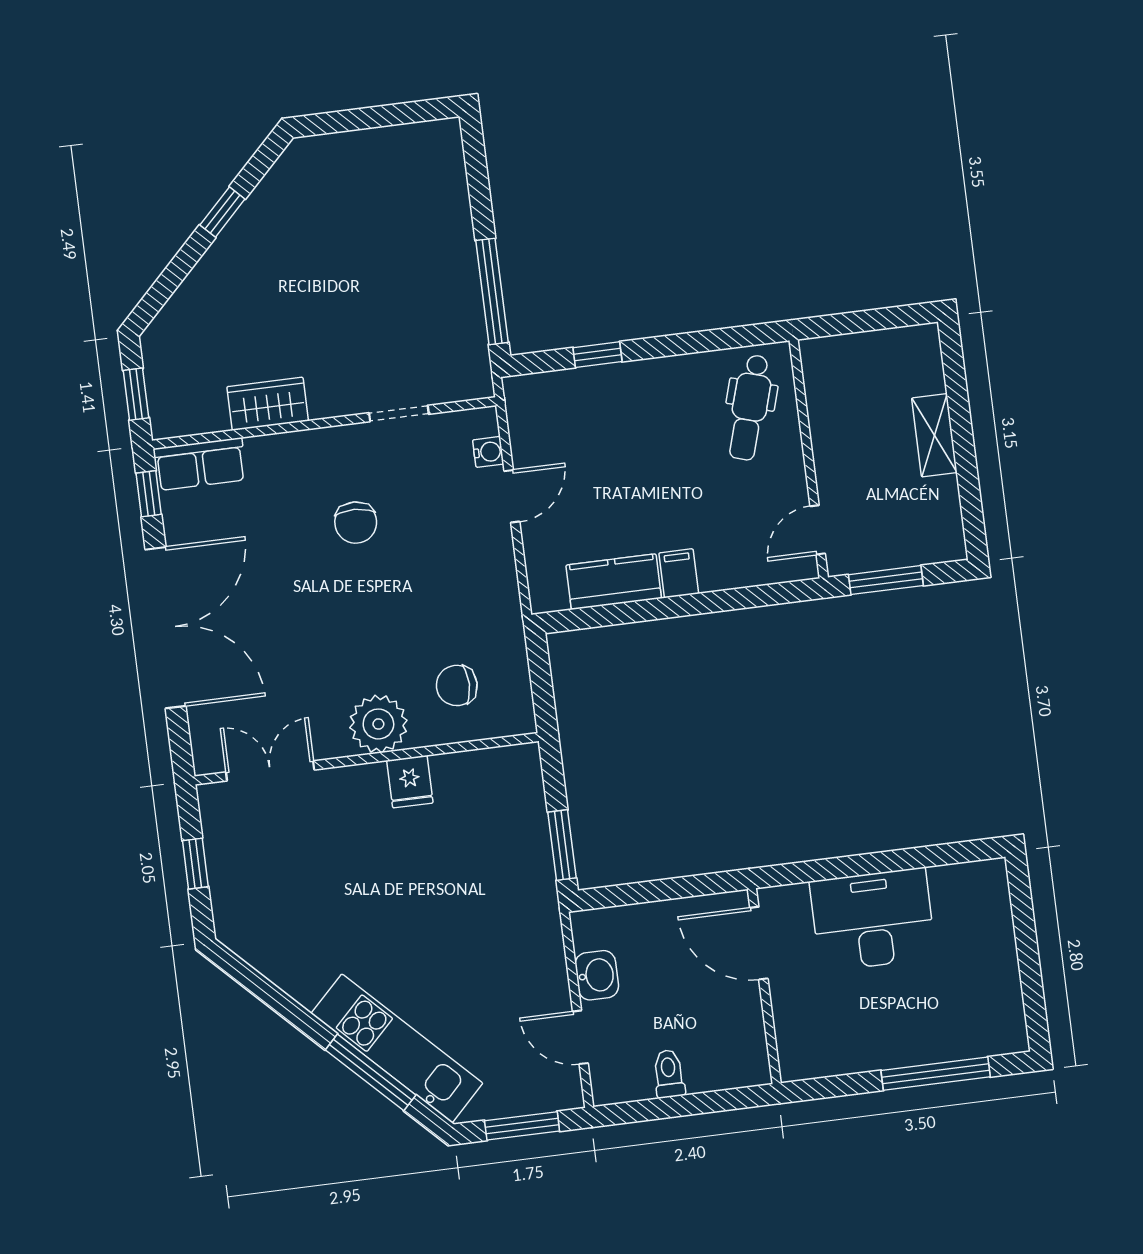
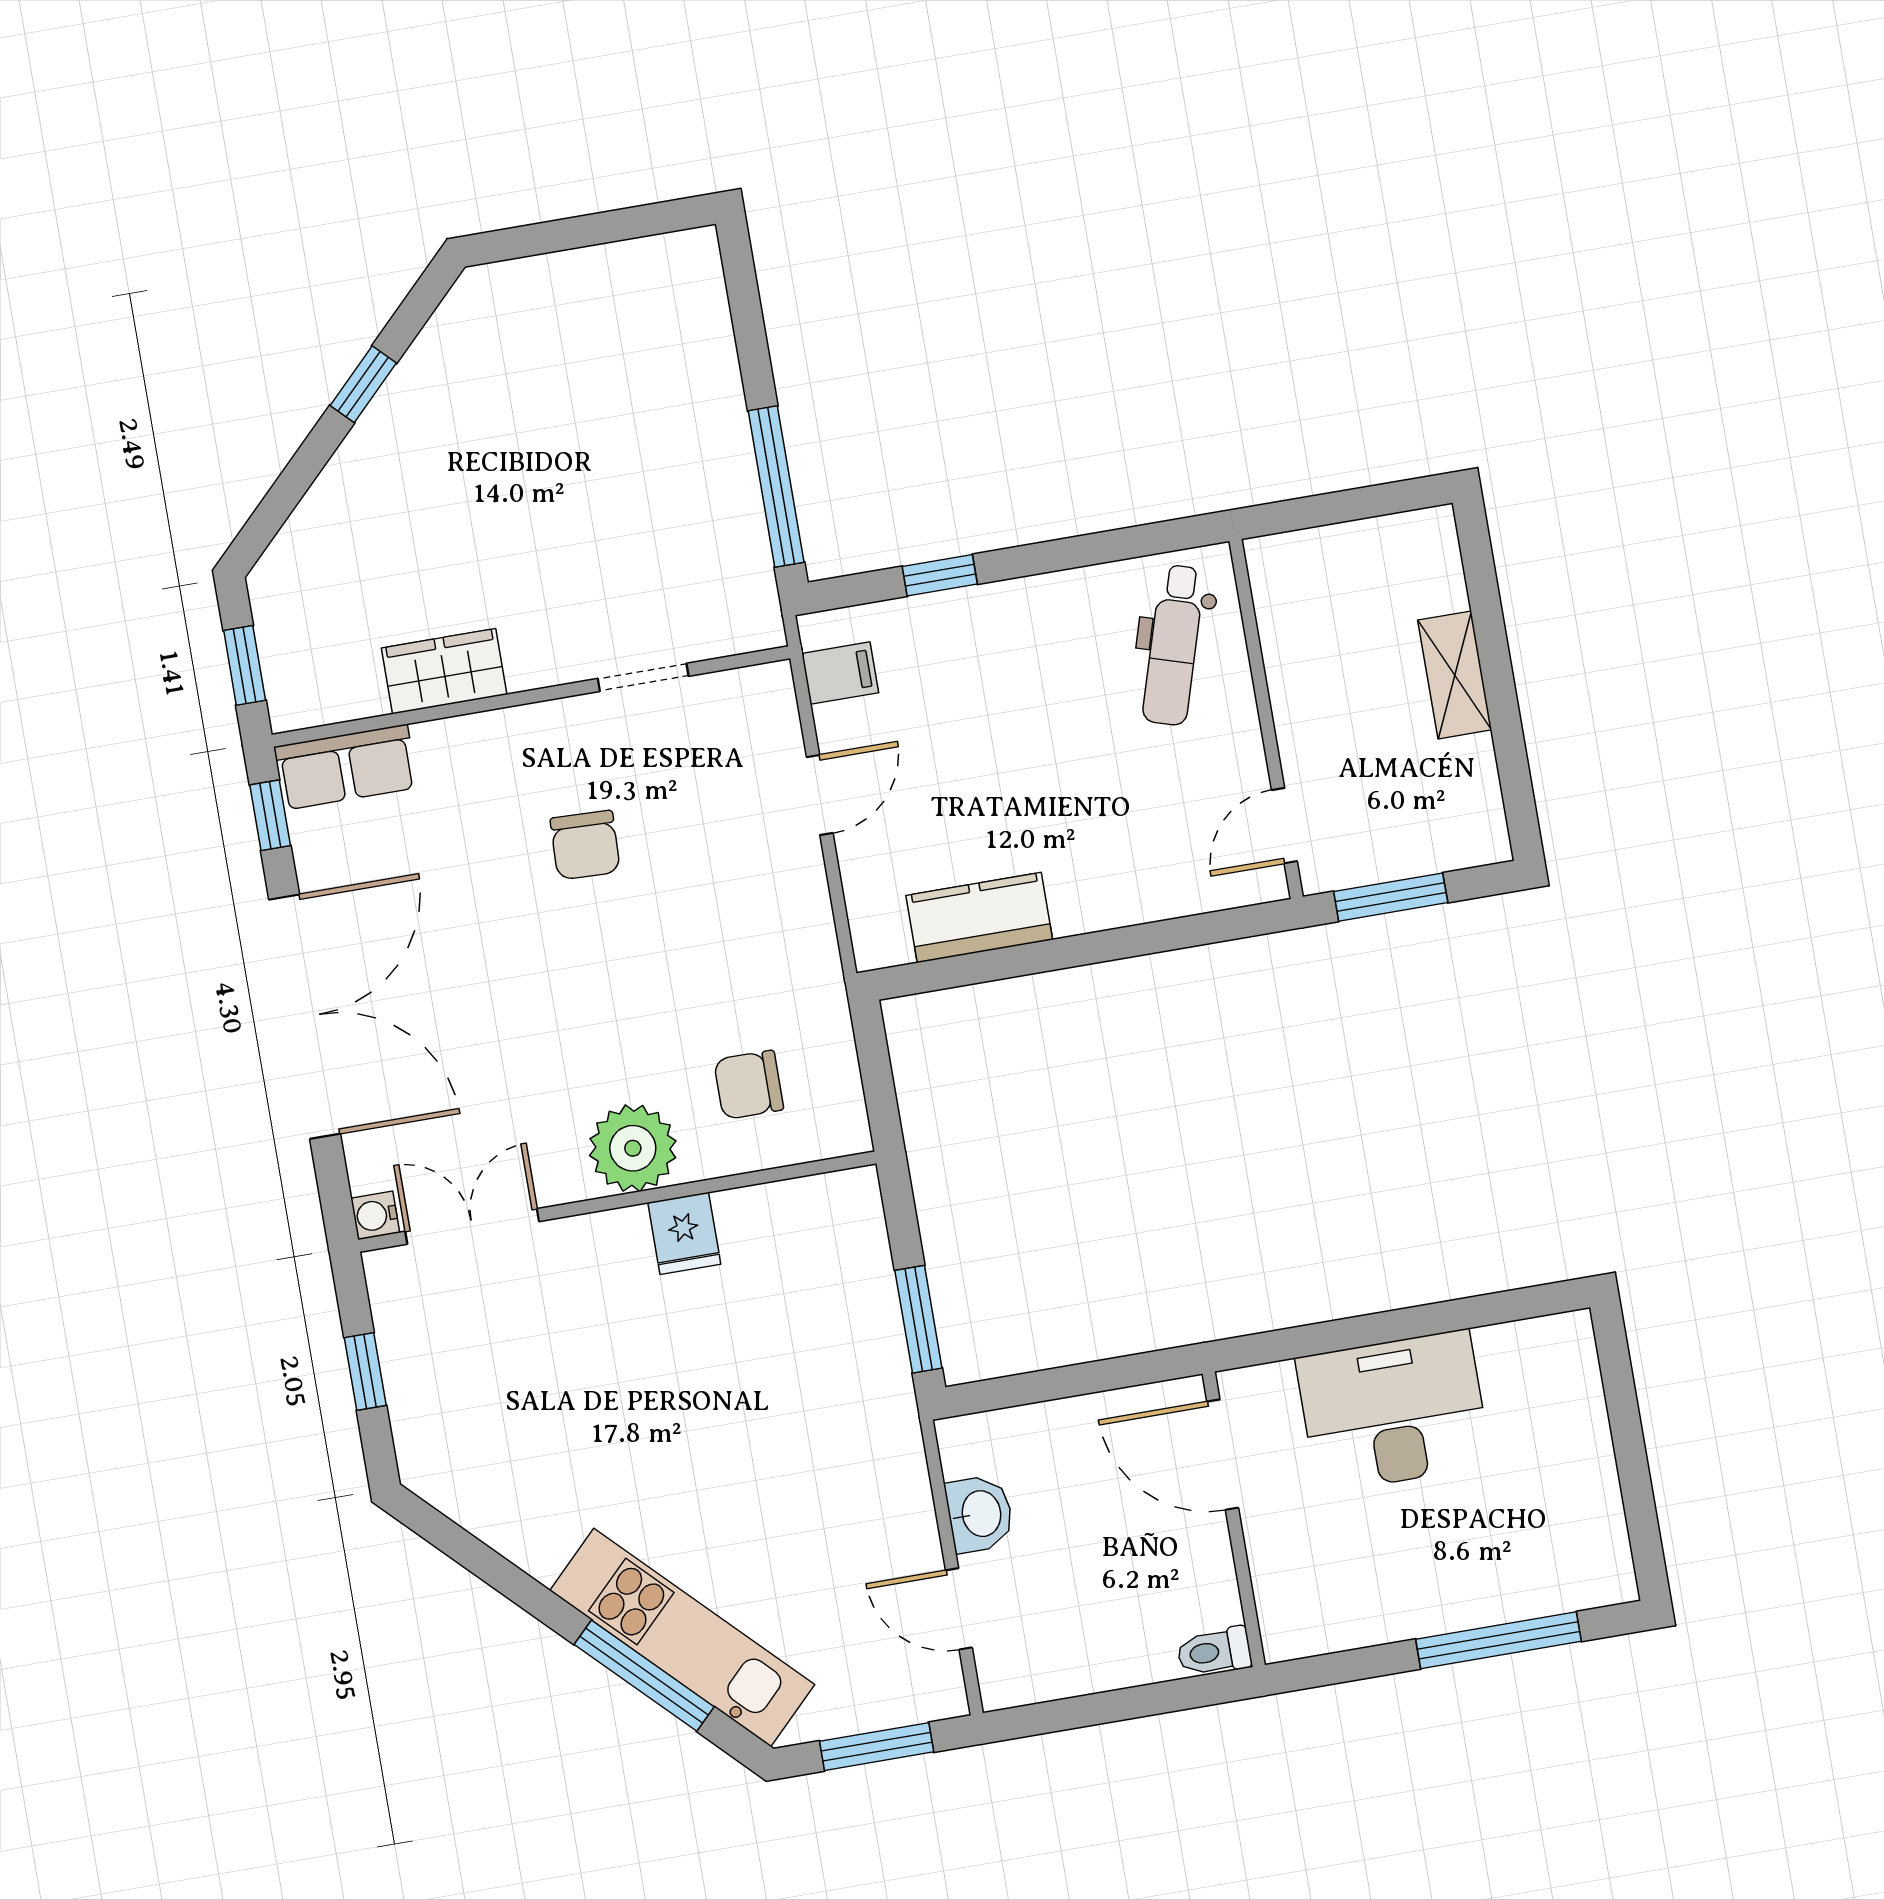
water cooler: (488, 452) -> (375, 1215), moved, turned 180
filing cabinet: (679, 573) -> (840, 673), moved, turned 90
toilet: (669, 1074) -> (1214, 1652), moved, turned -90

